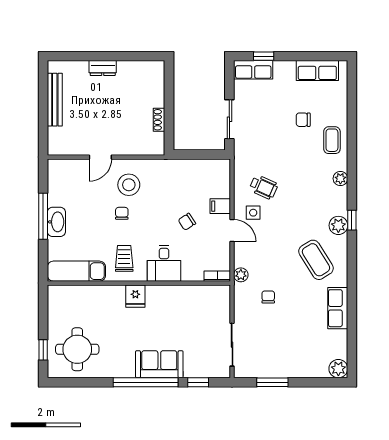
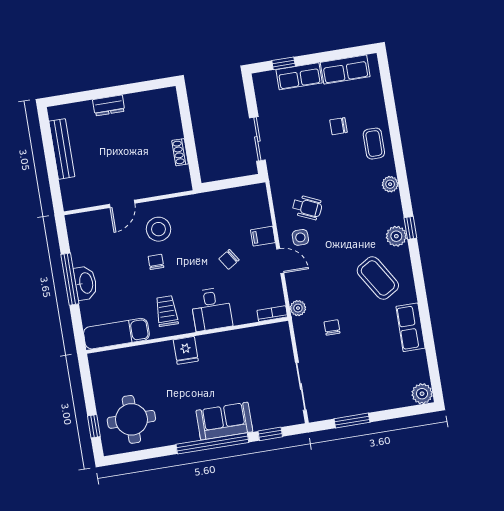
row of seats: (253, 70) -> (299, 76), moved

